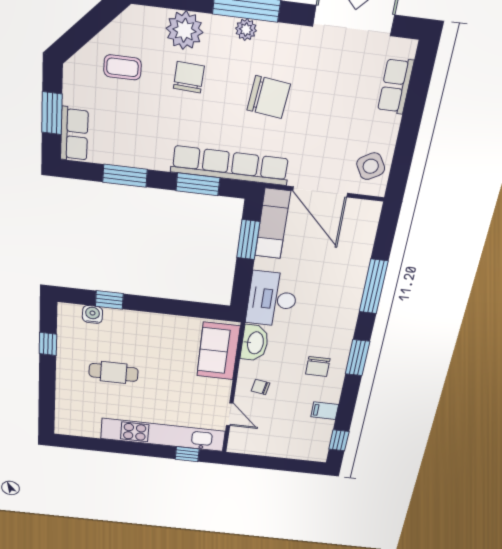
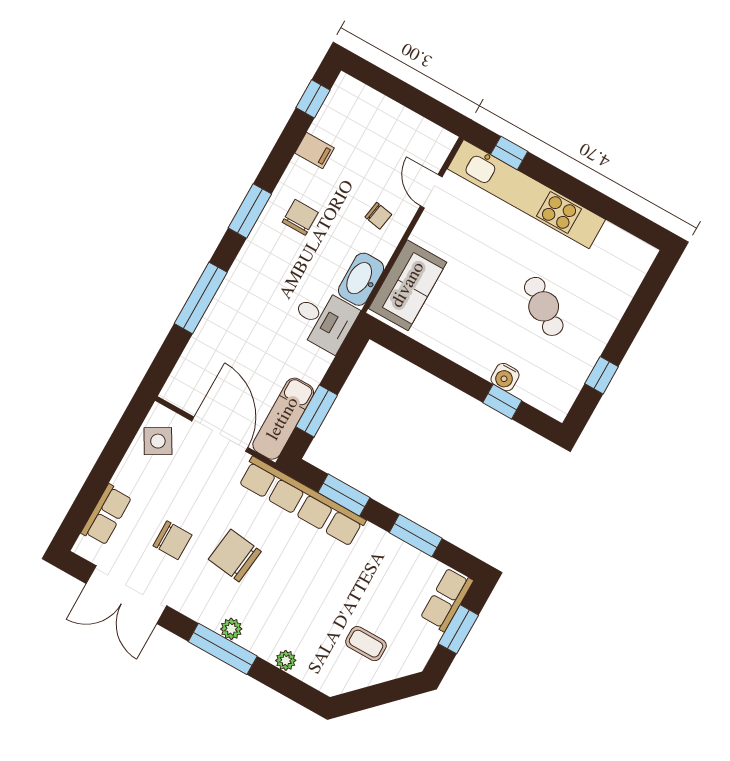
plant: (184, 30) -> (286, 660), width x0.53, depth x0.53
chair: (189, 77) -> (172, 540), moved, turned -93
desk: (272, 299) -> (324, 319), width x0.73
water cooler: (92, 314) -> (505, 377), moved
cafe table: (114, 372) -> (544, 306), turned 36

